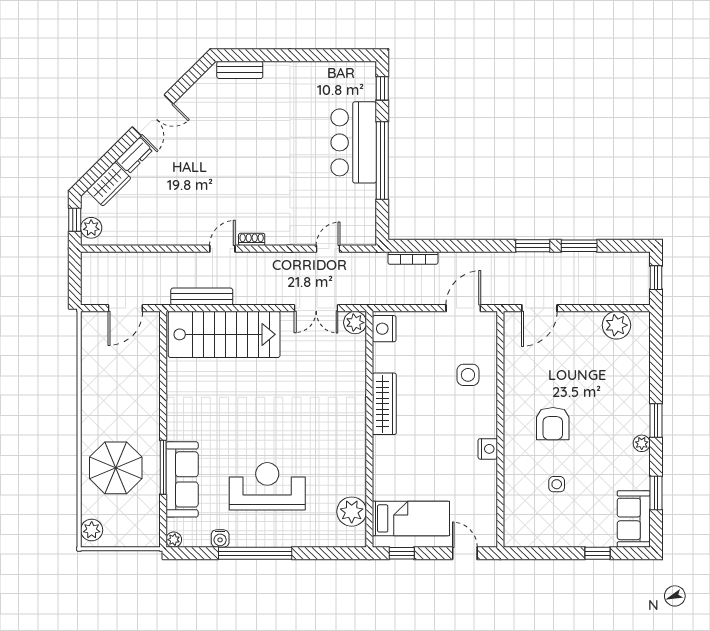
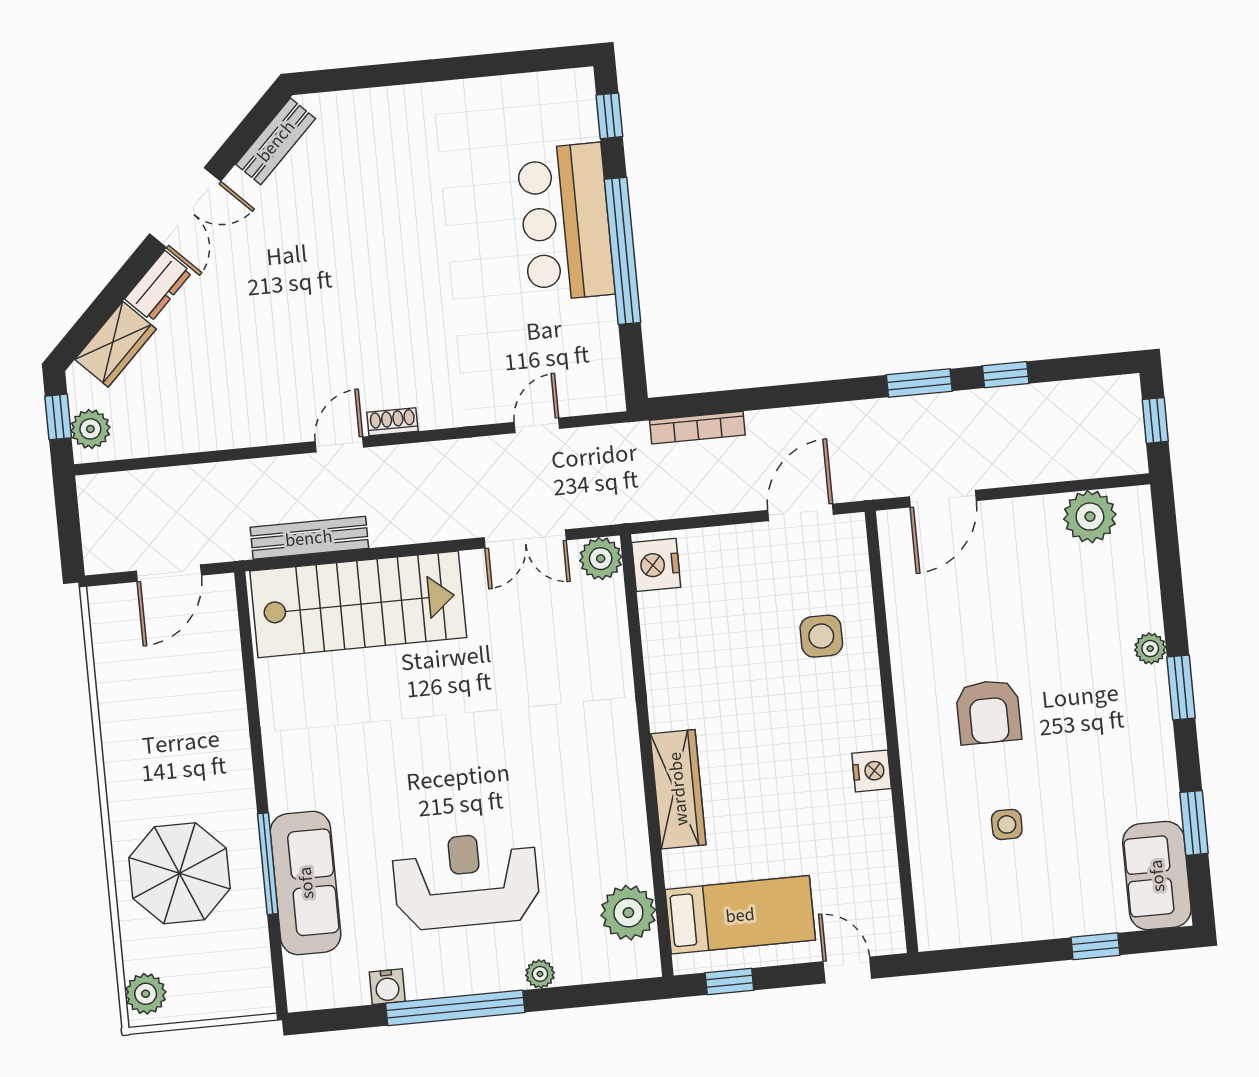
bench: (240, 70) -> (276, 141), moved, turned -45
window: (579, 246) -> (1006, 375), width x0.67
wardrobe: (384, 404) -> (678, 789), moved
plant: (642, 443) -> (1150, 649), moved
plant: (174, 540) -> (540, 974), moved

